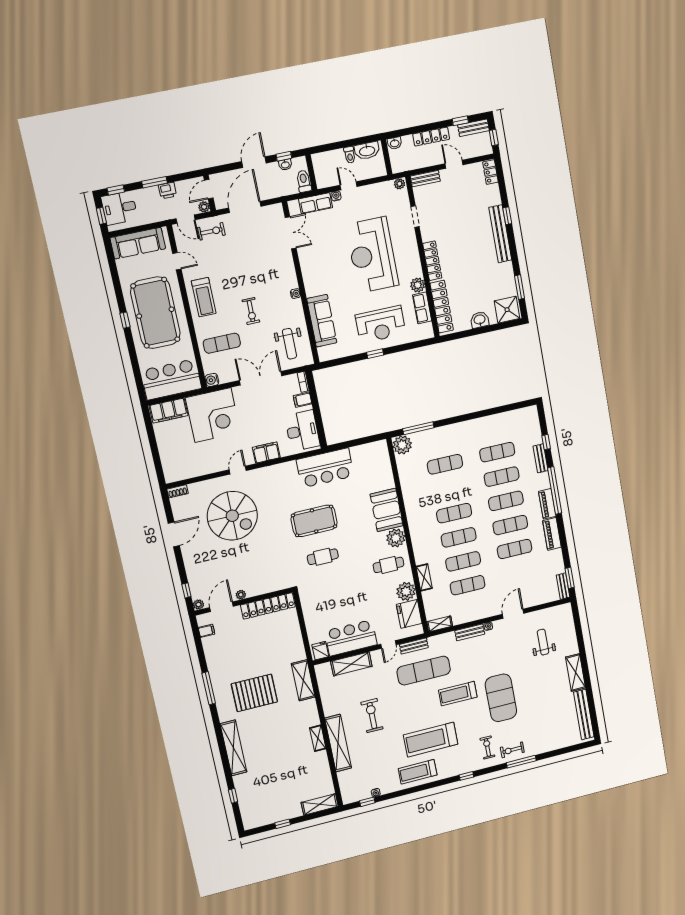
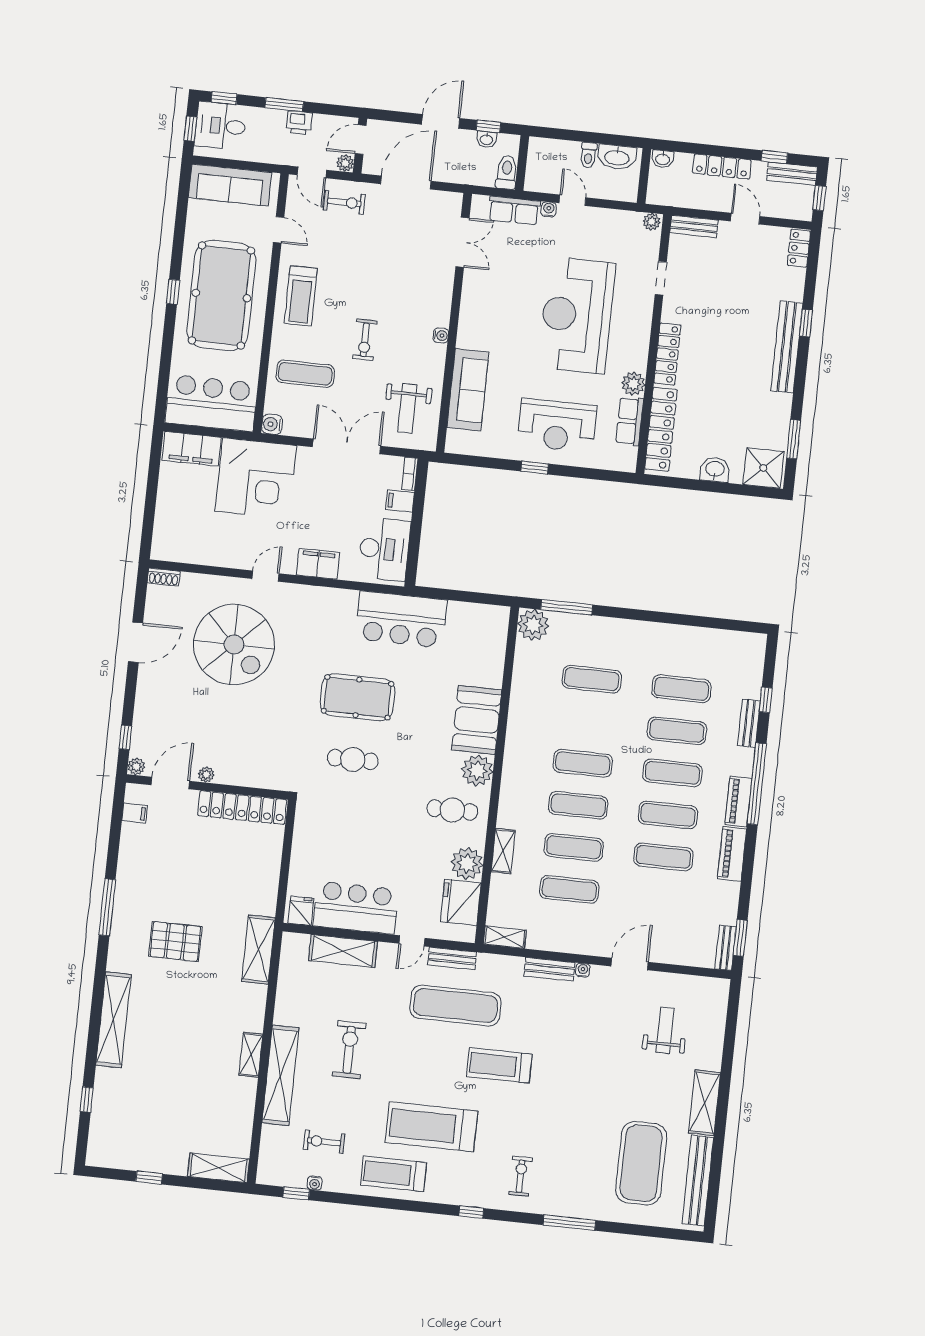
pallet: (254, 693) -> (175, 942), width x0.73, depth x0.71
exercise mat: (501, 698) -> (641, 1163), moved
exercise bike: (512, 750) -> (324, 1142), moved

